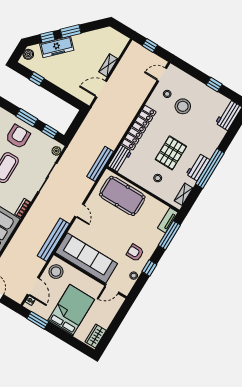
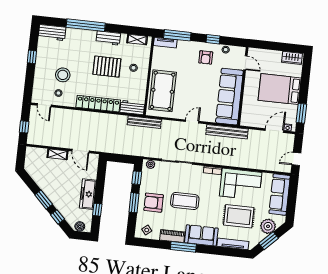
freezer: (57, 47) -> (88, 194), moved, turned -135
window: (210, 168) -> (86, 25), moved
stool: (56, 272) -> (253, 117), removed

